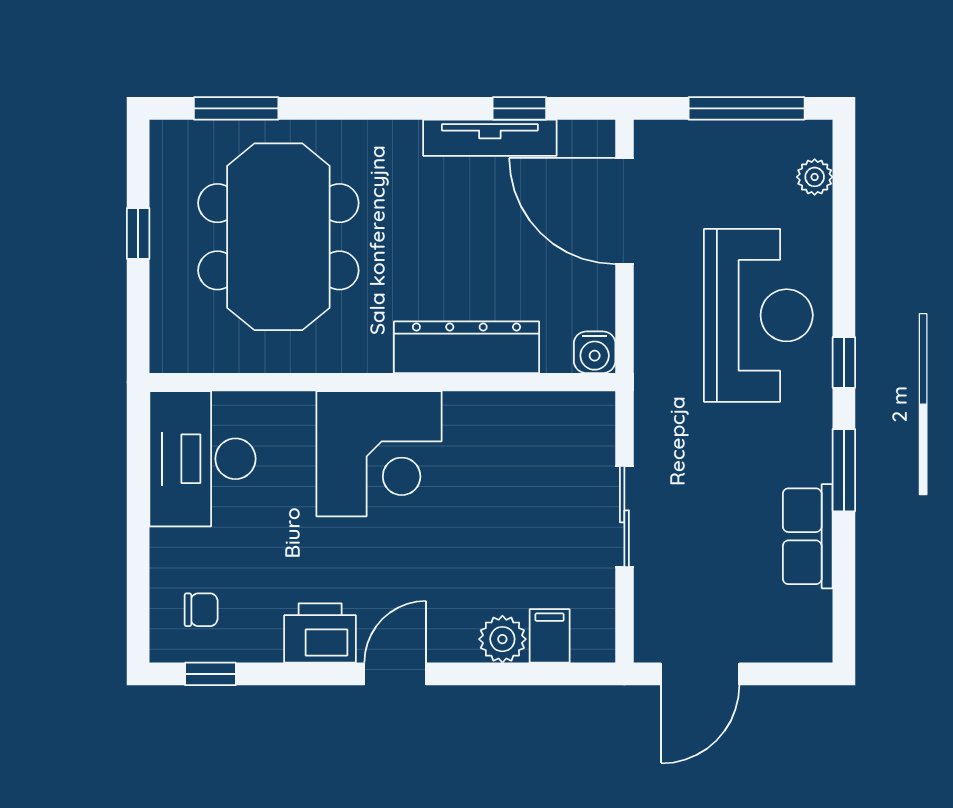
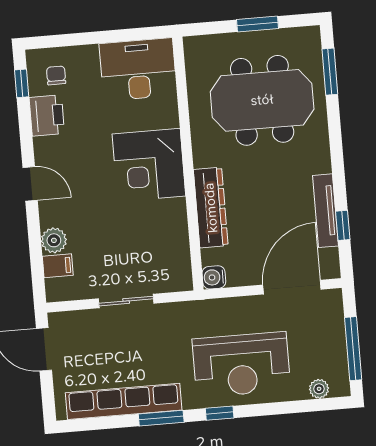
window: (138, 233) -> (258, 24), width x1.50
row of seats: (808, 536) -> (124, 401), width x2.02
chair: (201, 610) -> (56, 75), turned 180
printer: (320, 633) -> (47, 116), moved

